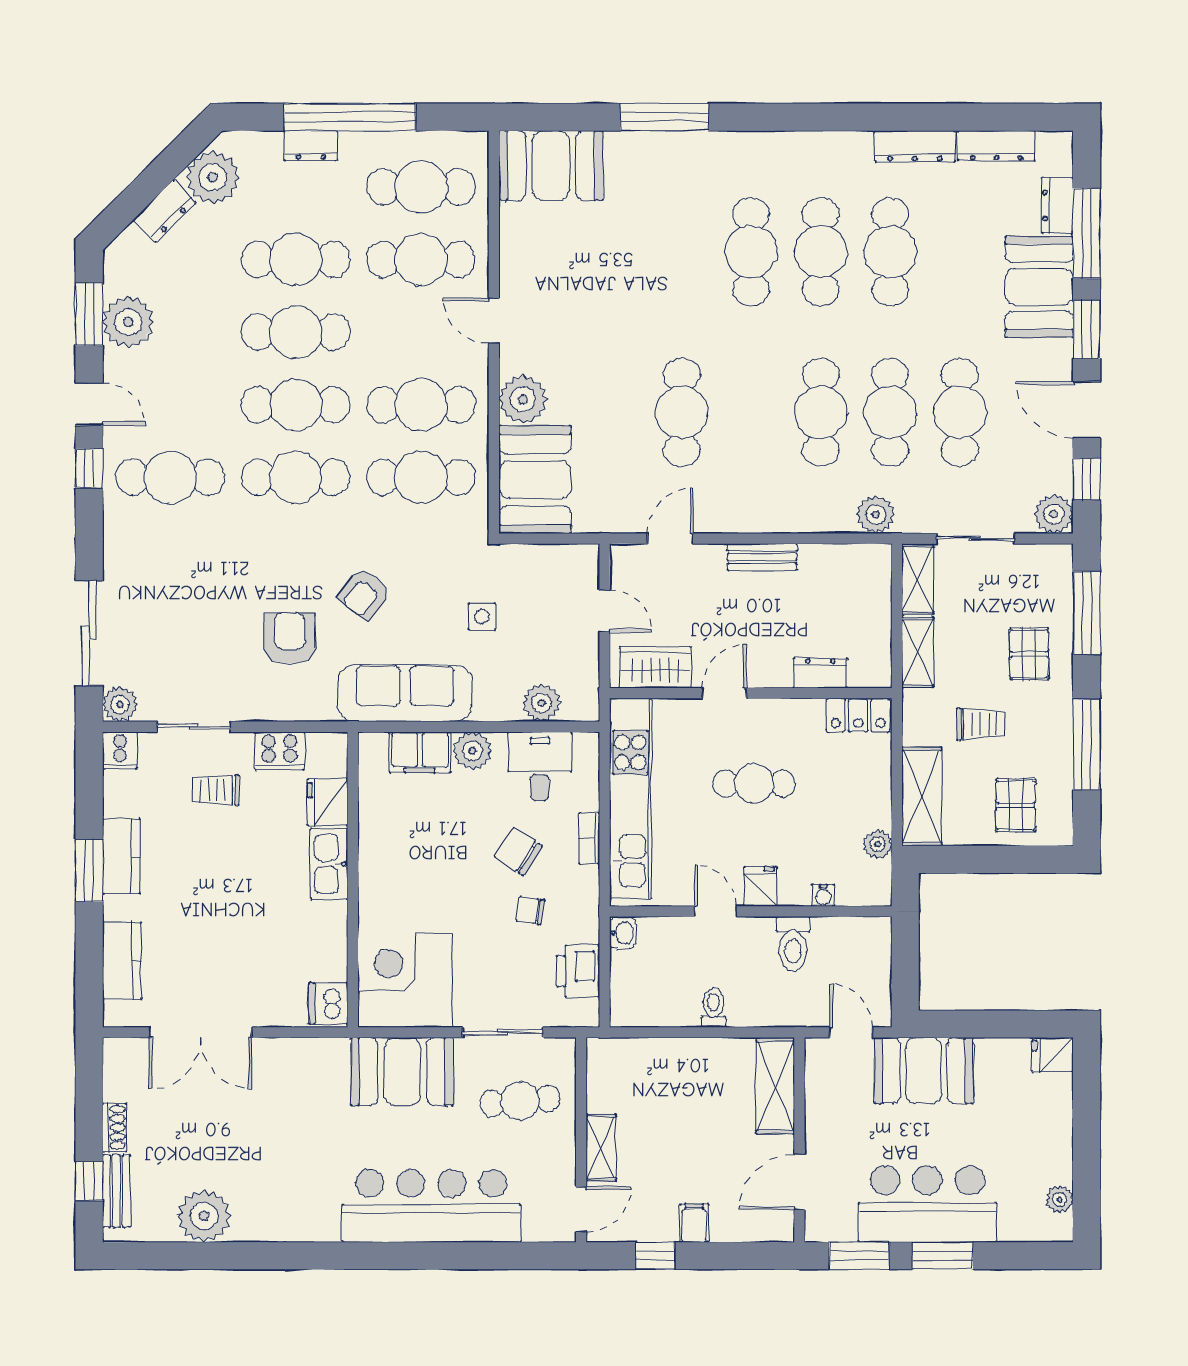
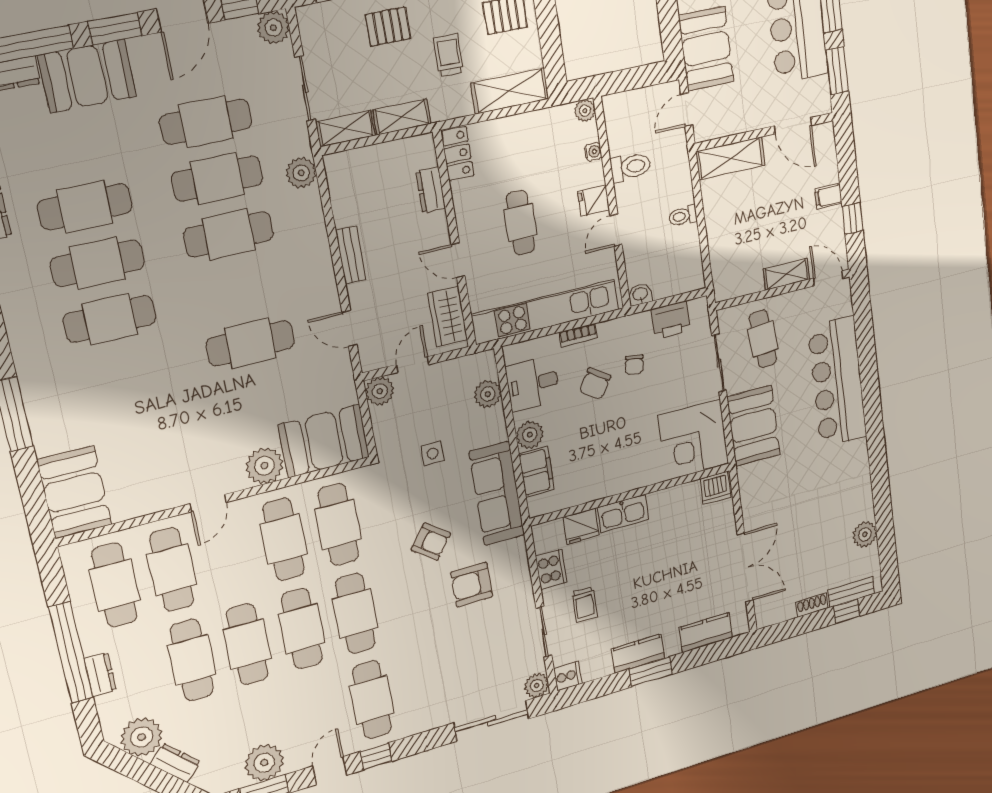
plant: (581, 562) -> (380, 391), added
plant: (878, 844) -> (585, 111), moved
plant: (204, 1216) -> (865, 534), width x0.73, depth x0.73

